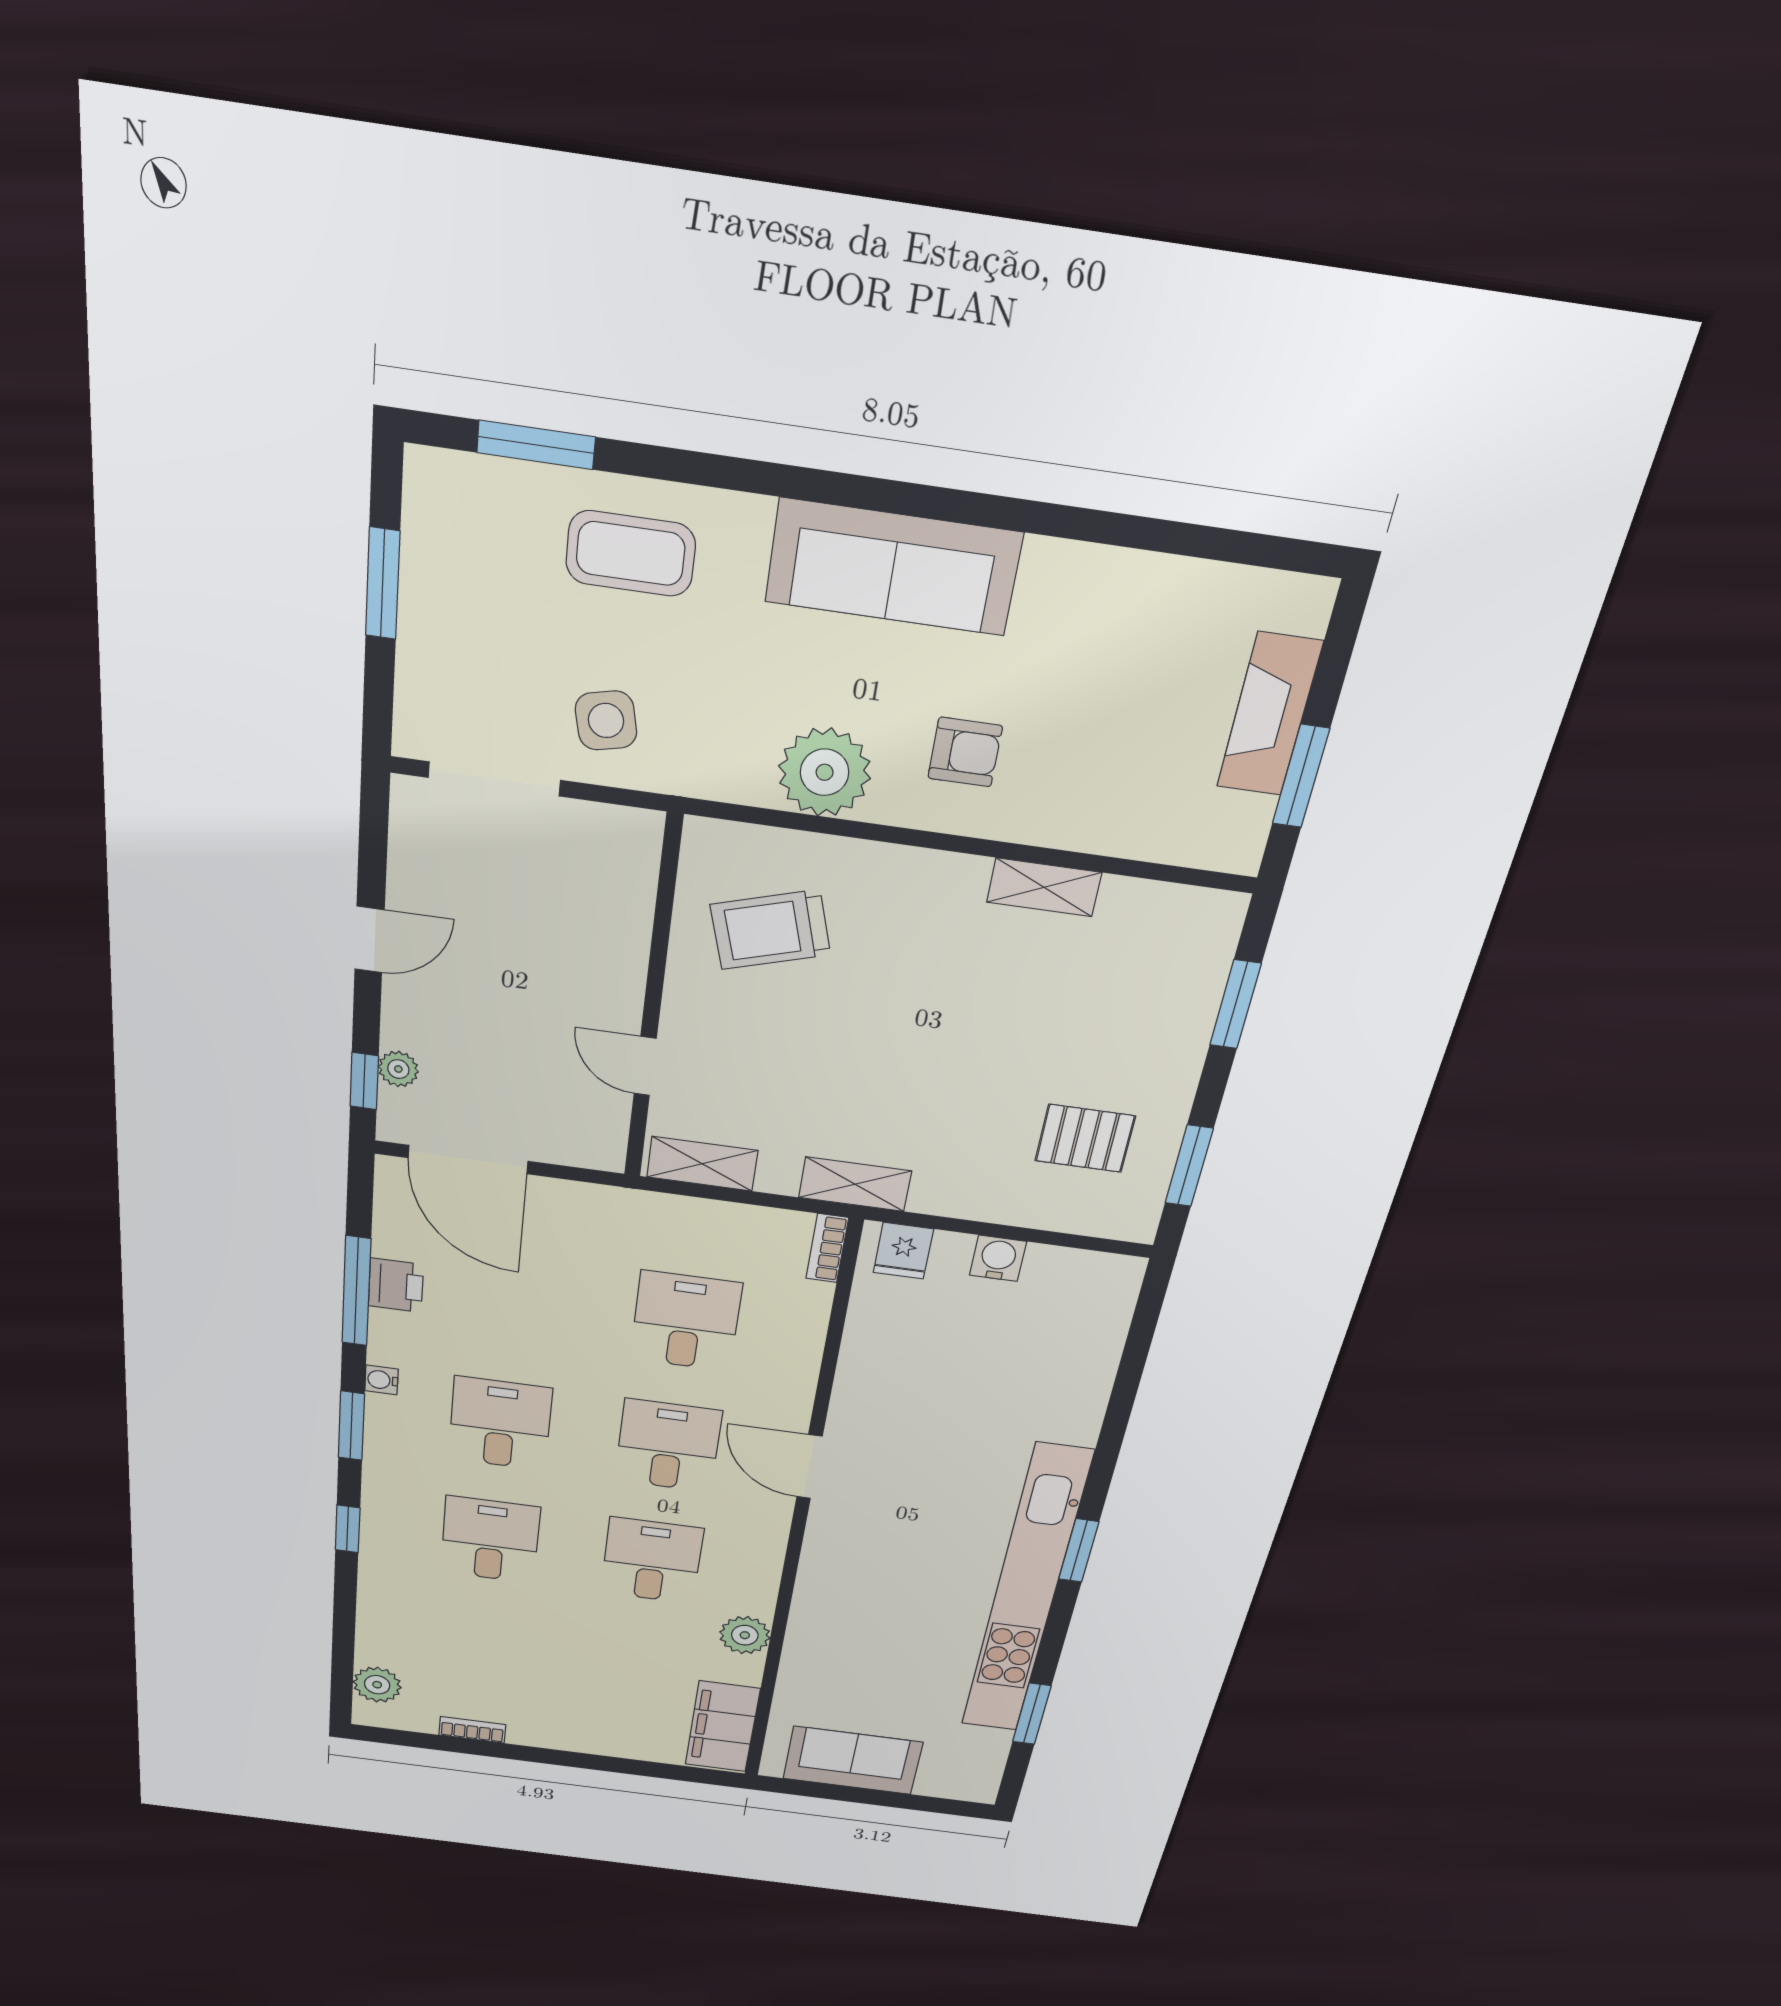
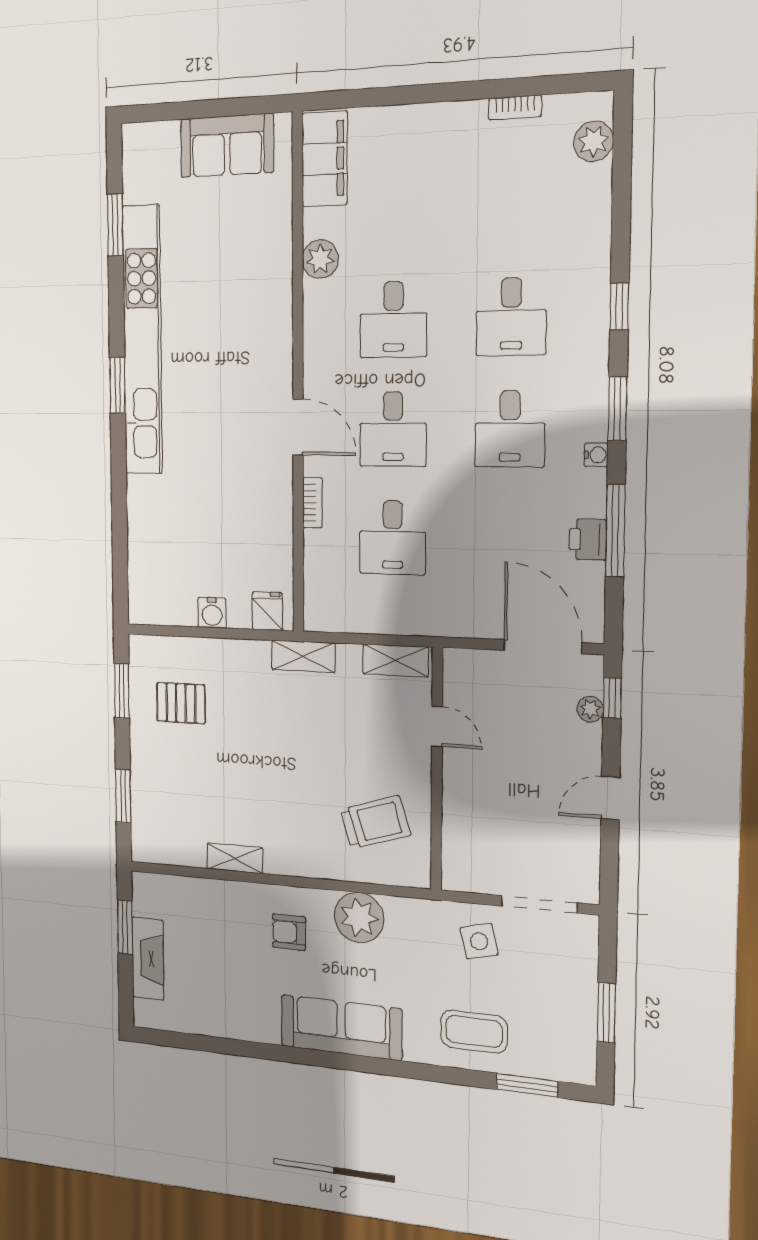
bookcase: (827, 1248) -> (312, 503), moved

